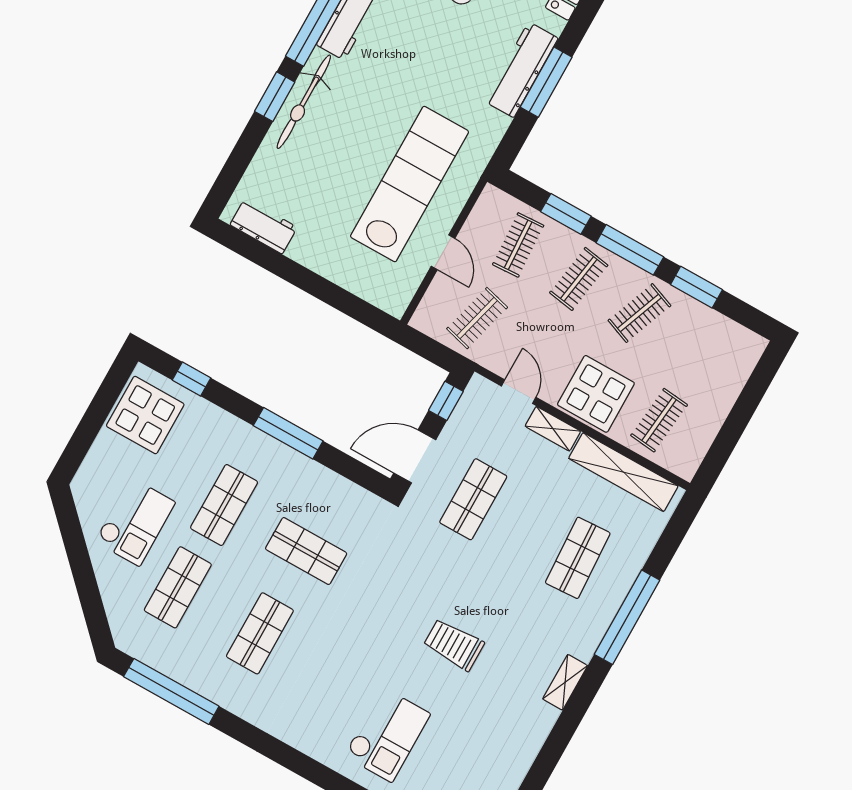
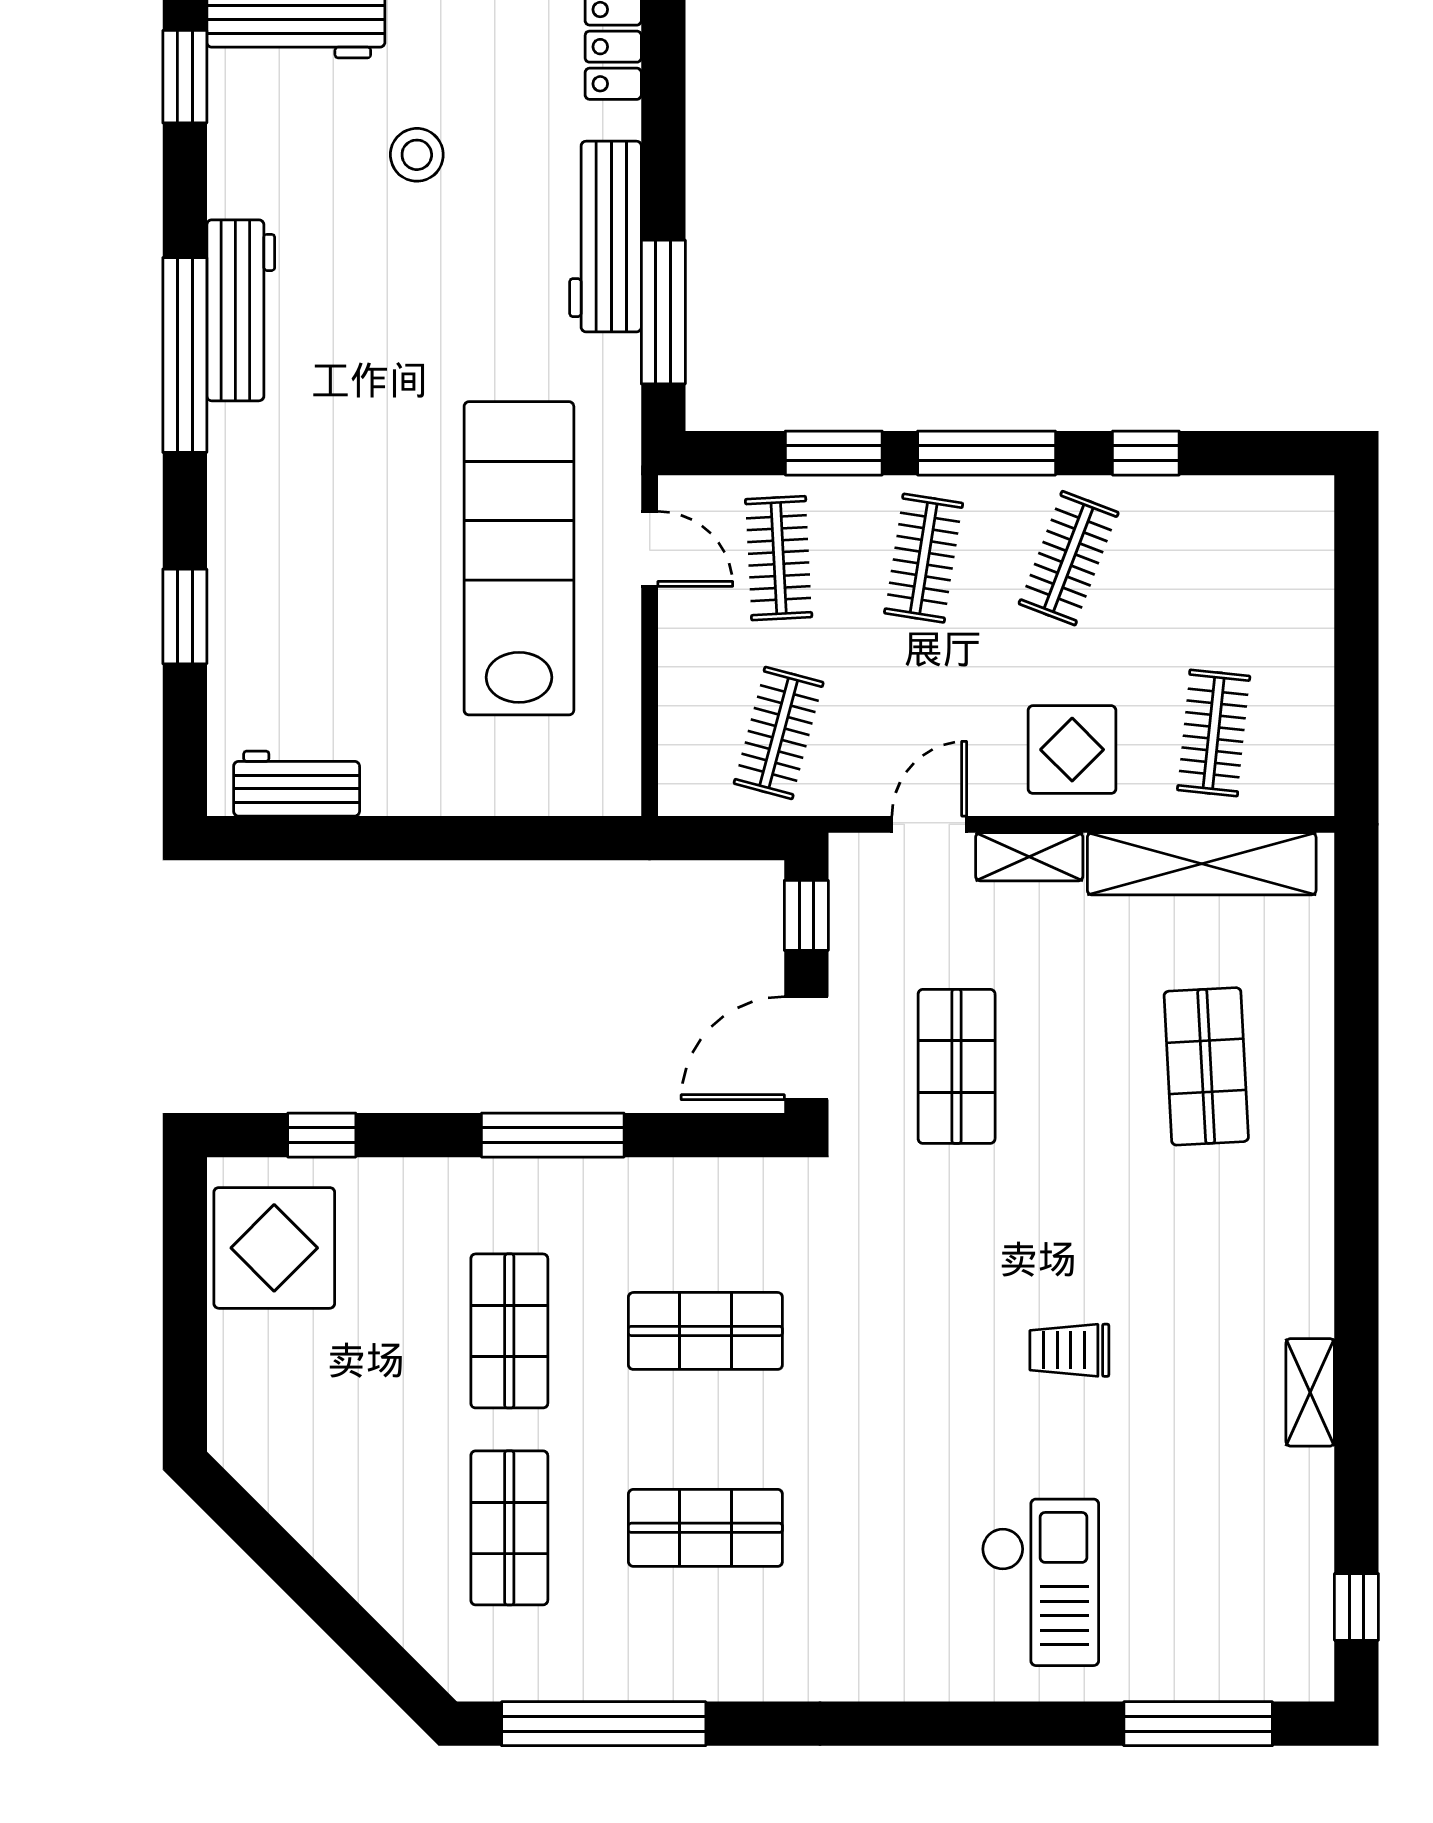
window: (546, 82) -> (663, 312), moved
window: (275, 97) -> (185, 616), moved
bicycle: (304, 102) -> (243, 517), removed
door: (443, 252) -> (650, 549), moved
window: (696, 287) -> (1146, 453), width x0.67
door: (519, 392) -> (929, 824), hinge flipped
display table: (596, 394) -> (1072, 750), width x0.73, depth x0.73
checkout: (135, 522) -> (365, 1452), removed
window: (627, 617) -> (1356, 1124), removed
shop shelf: (260, 633) -> (705, 1528), turned 90
trolley: (454, 645) -> (1069, 1350), width x0.73, depth x0.72
shelving: (565, 682) -> (1310, 1392), moved

